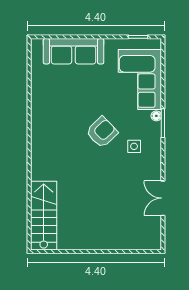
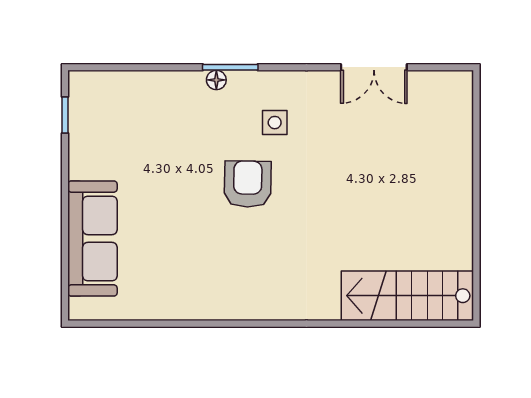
corner sofa: (140, 79) -> (147, 111), removed
armchair: (102, 132) -> (248, 184), turned 45

